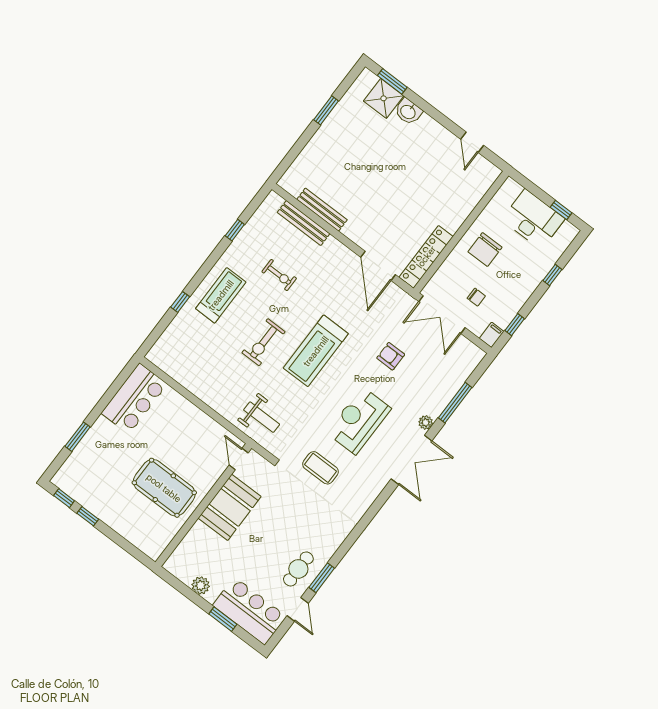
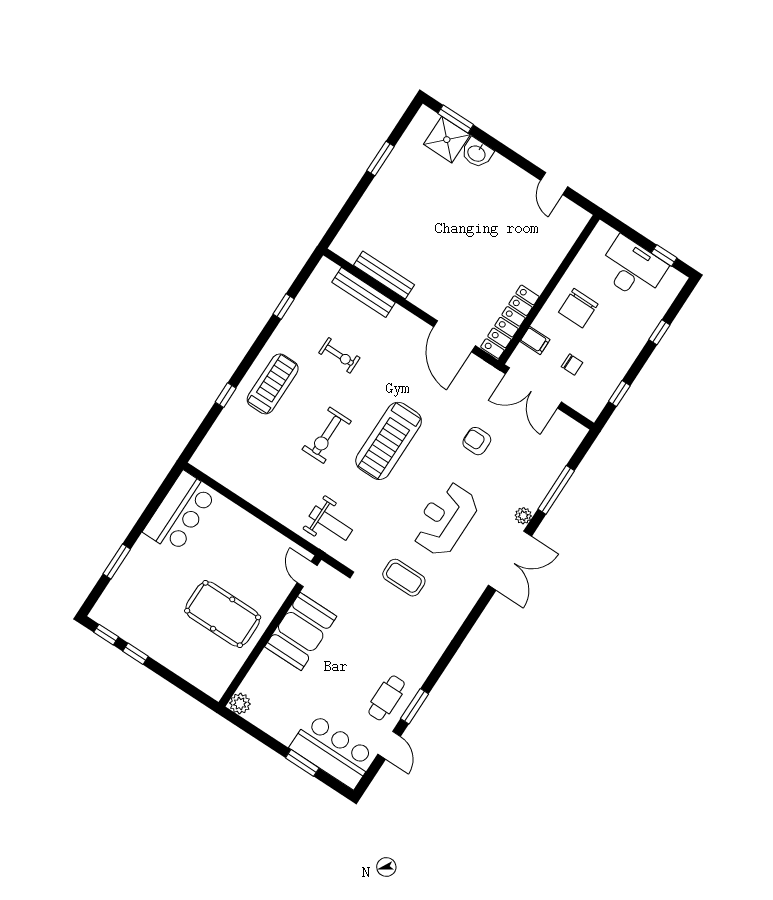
filing cabinet: (492, 335) -> (535, 340), moved, turned 90
plant: (201, 585) -> (240, 704), moved

